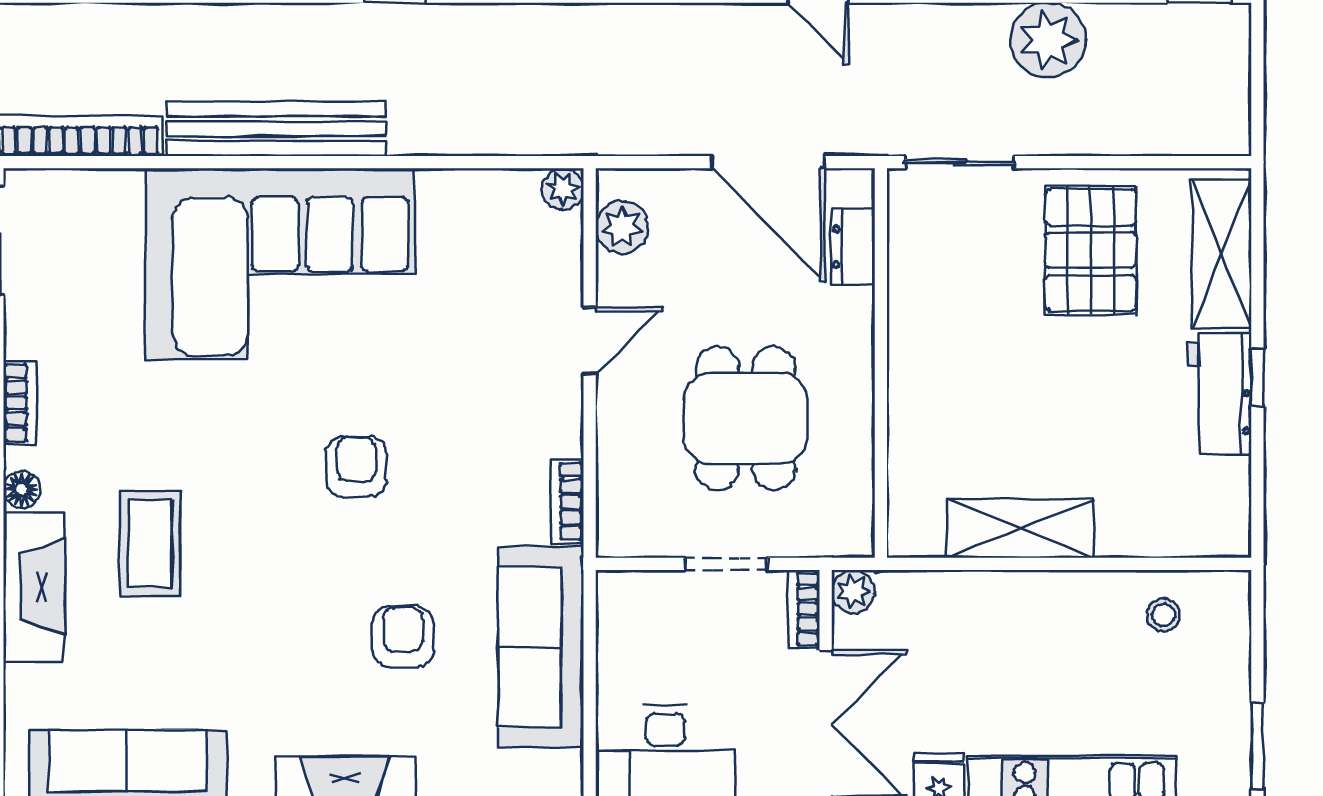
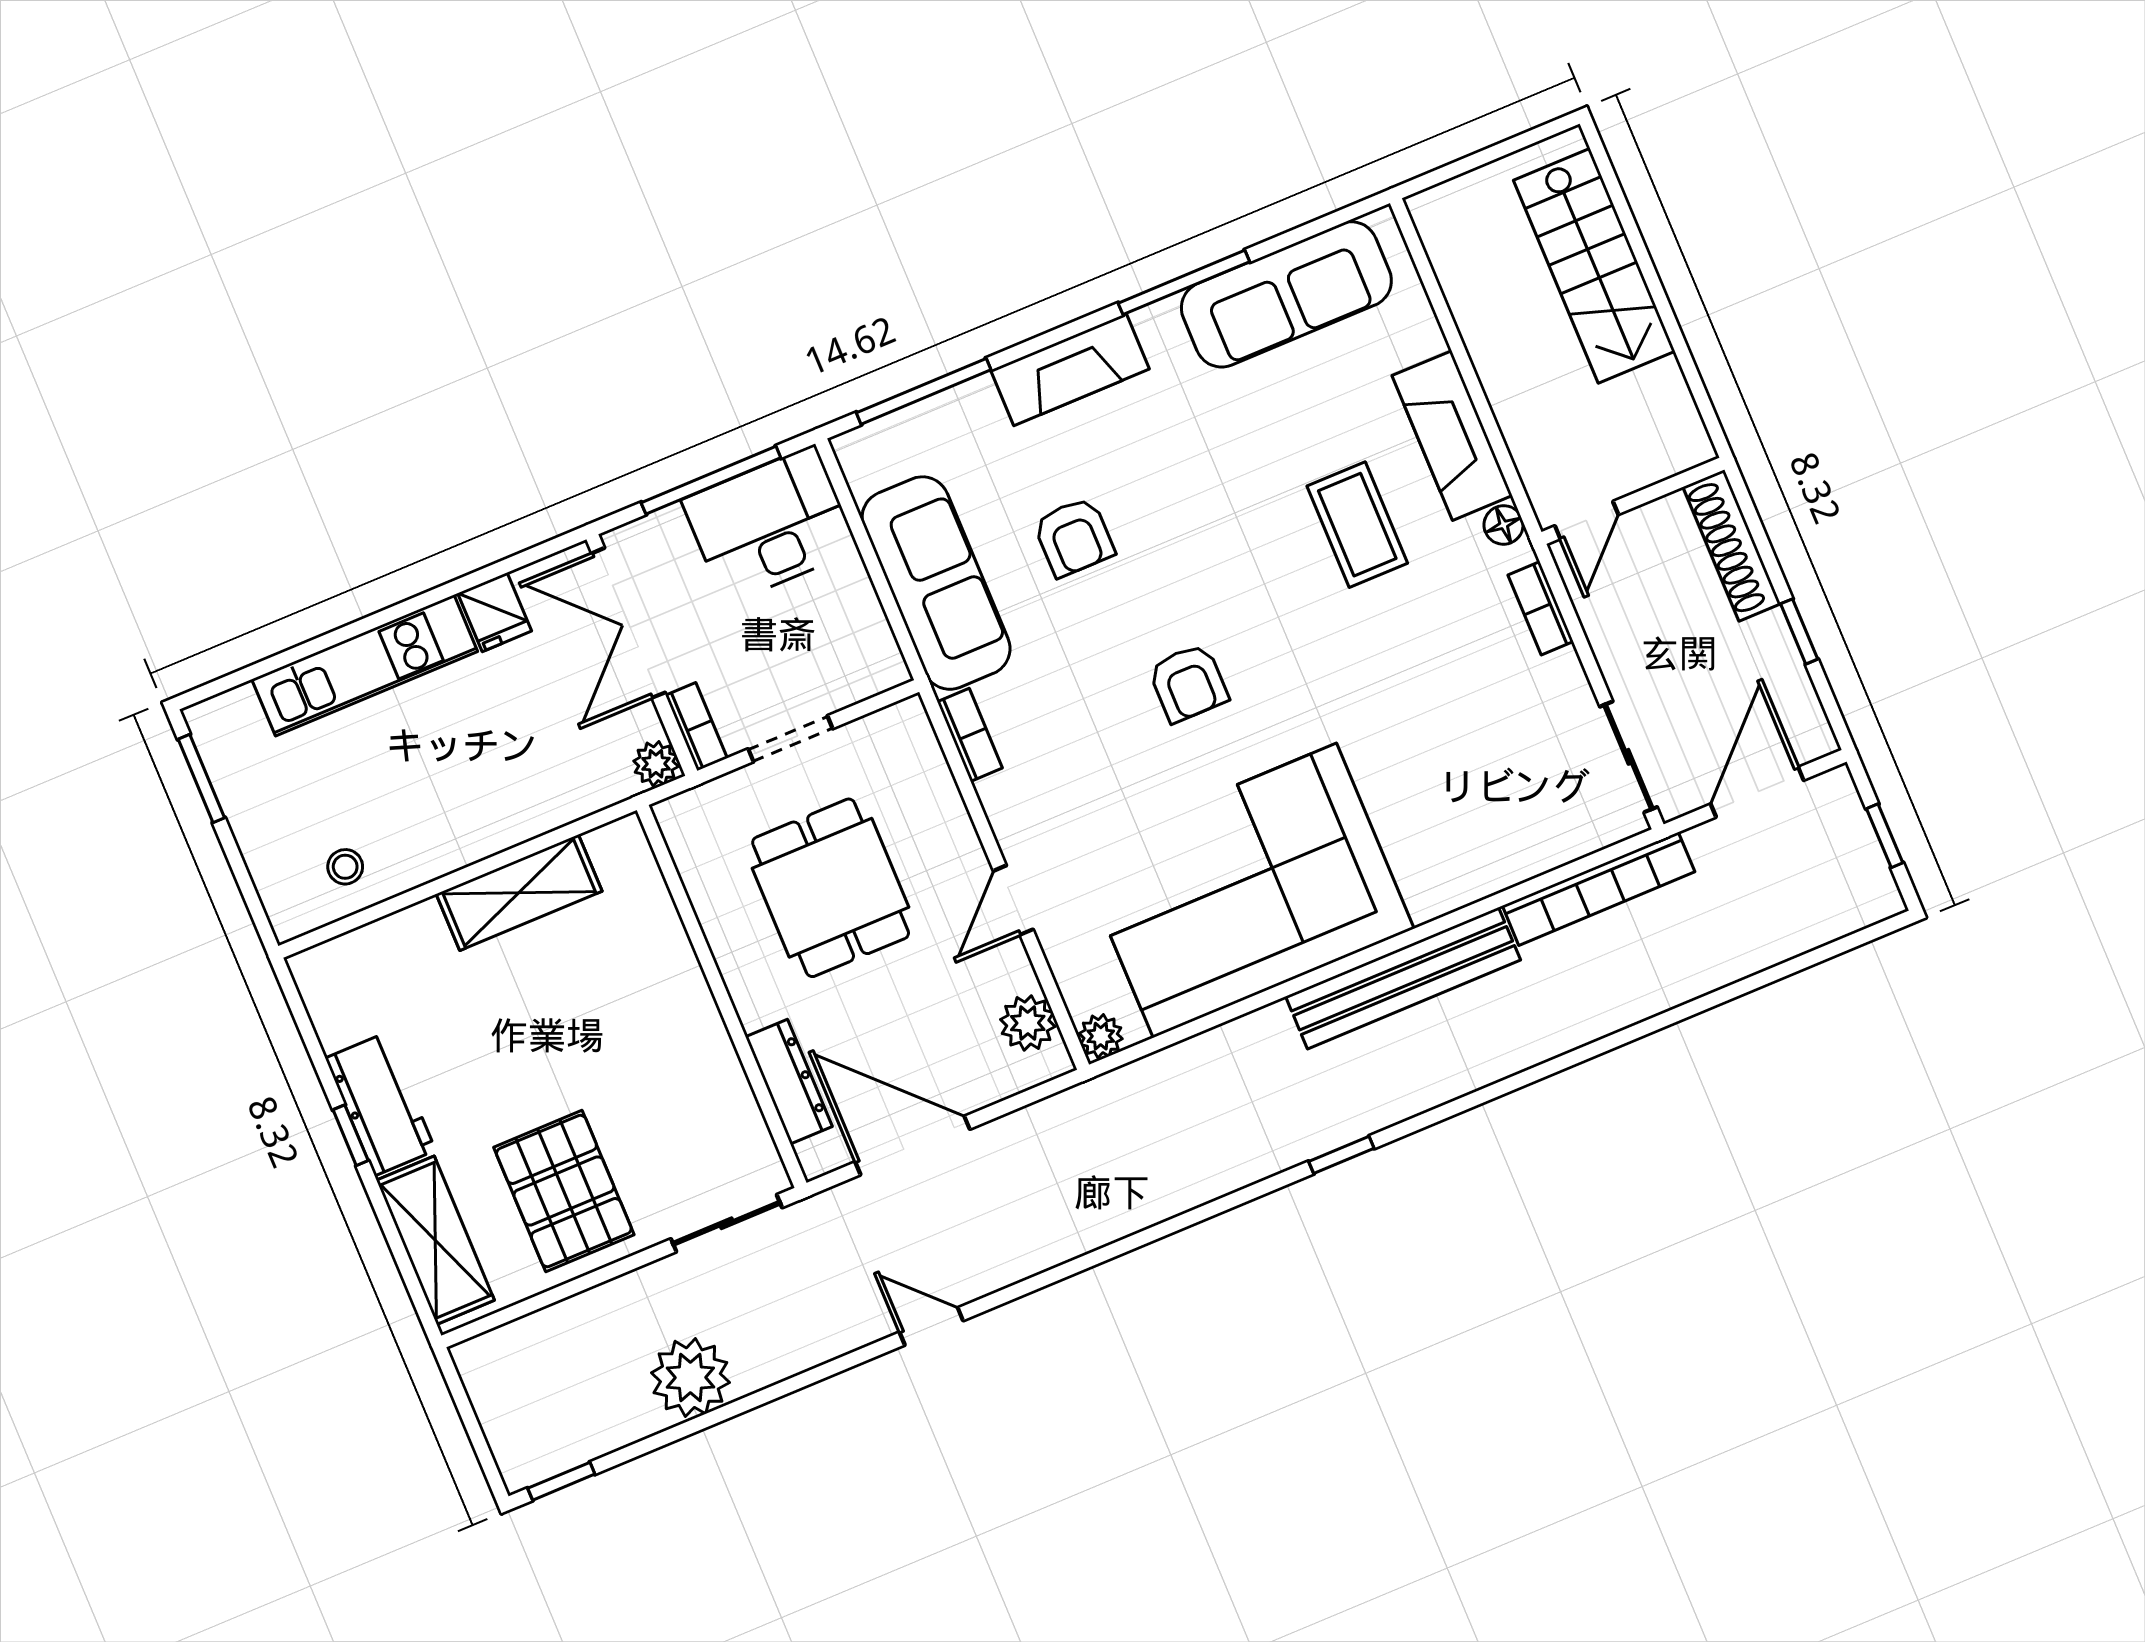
dresser: (853, 247) -> (789, 1082), width x1.44
corner sofa: (280, 264) -> (1245, 890), moved

